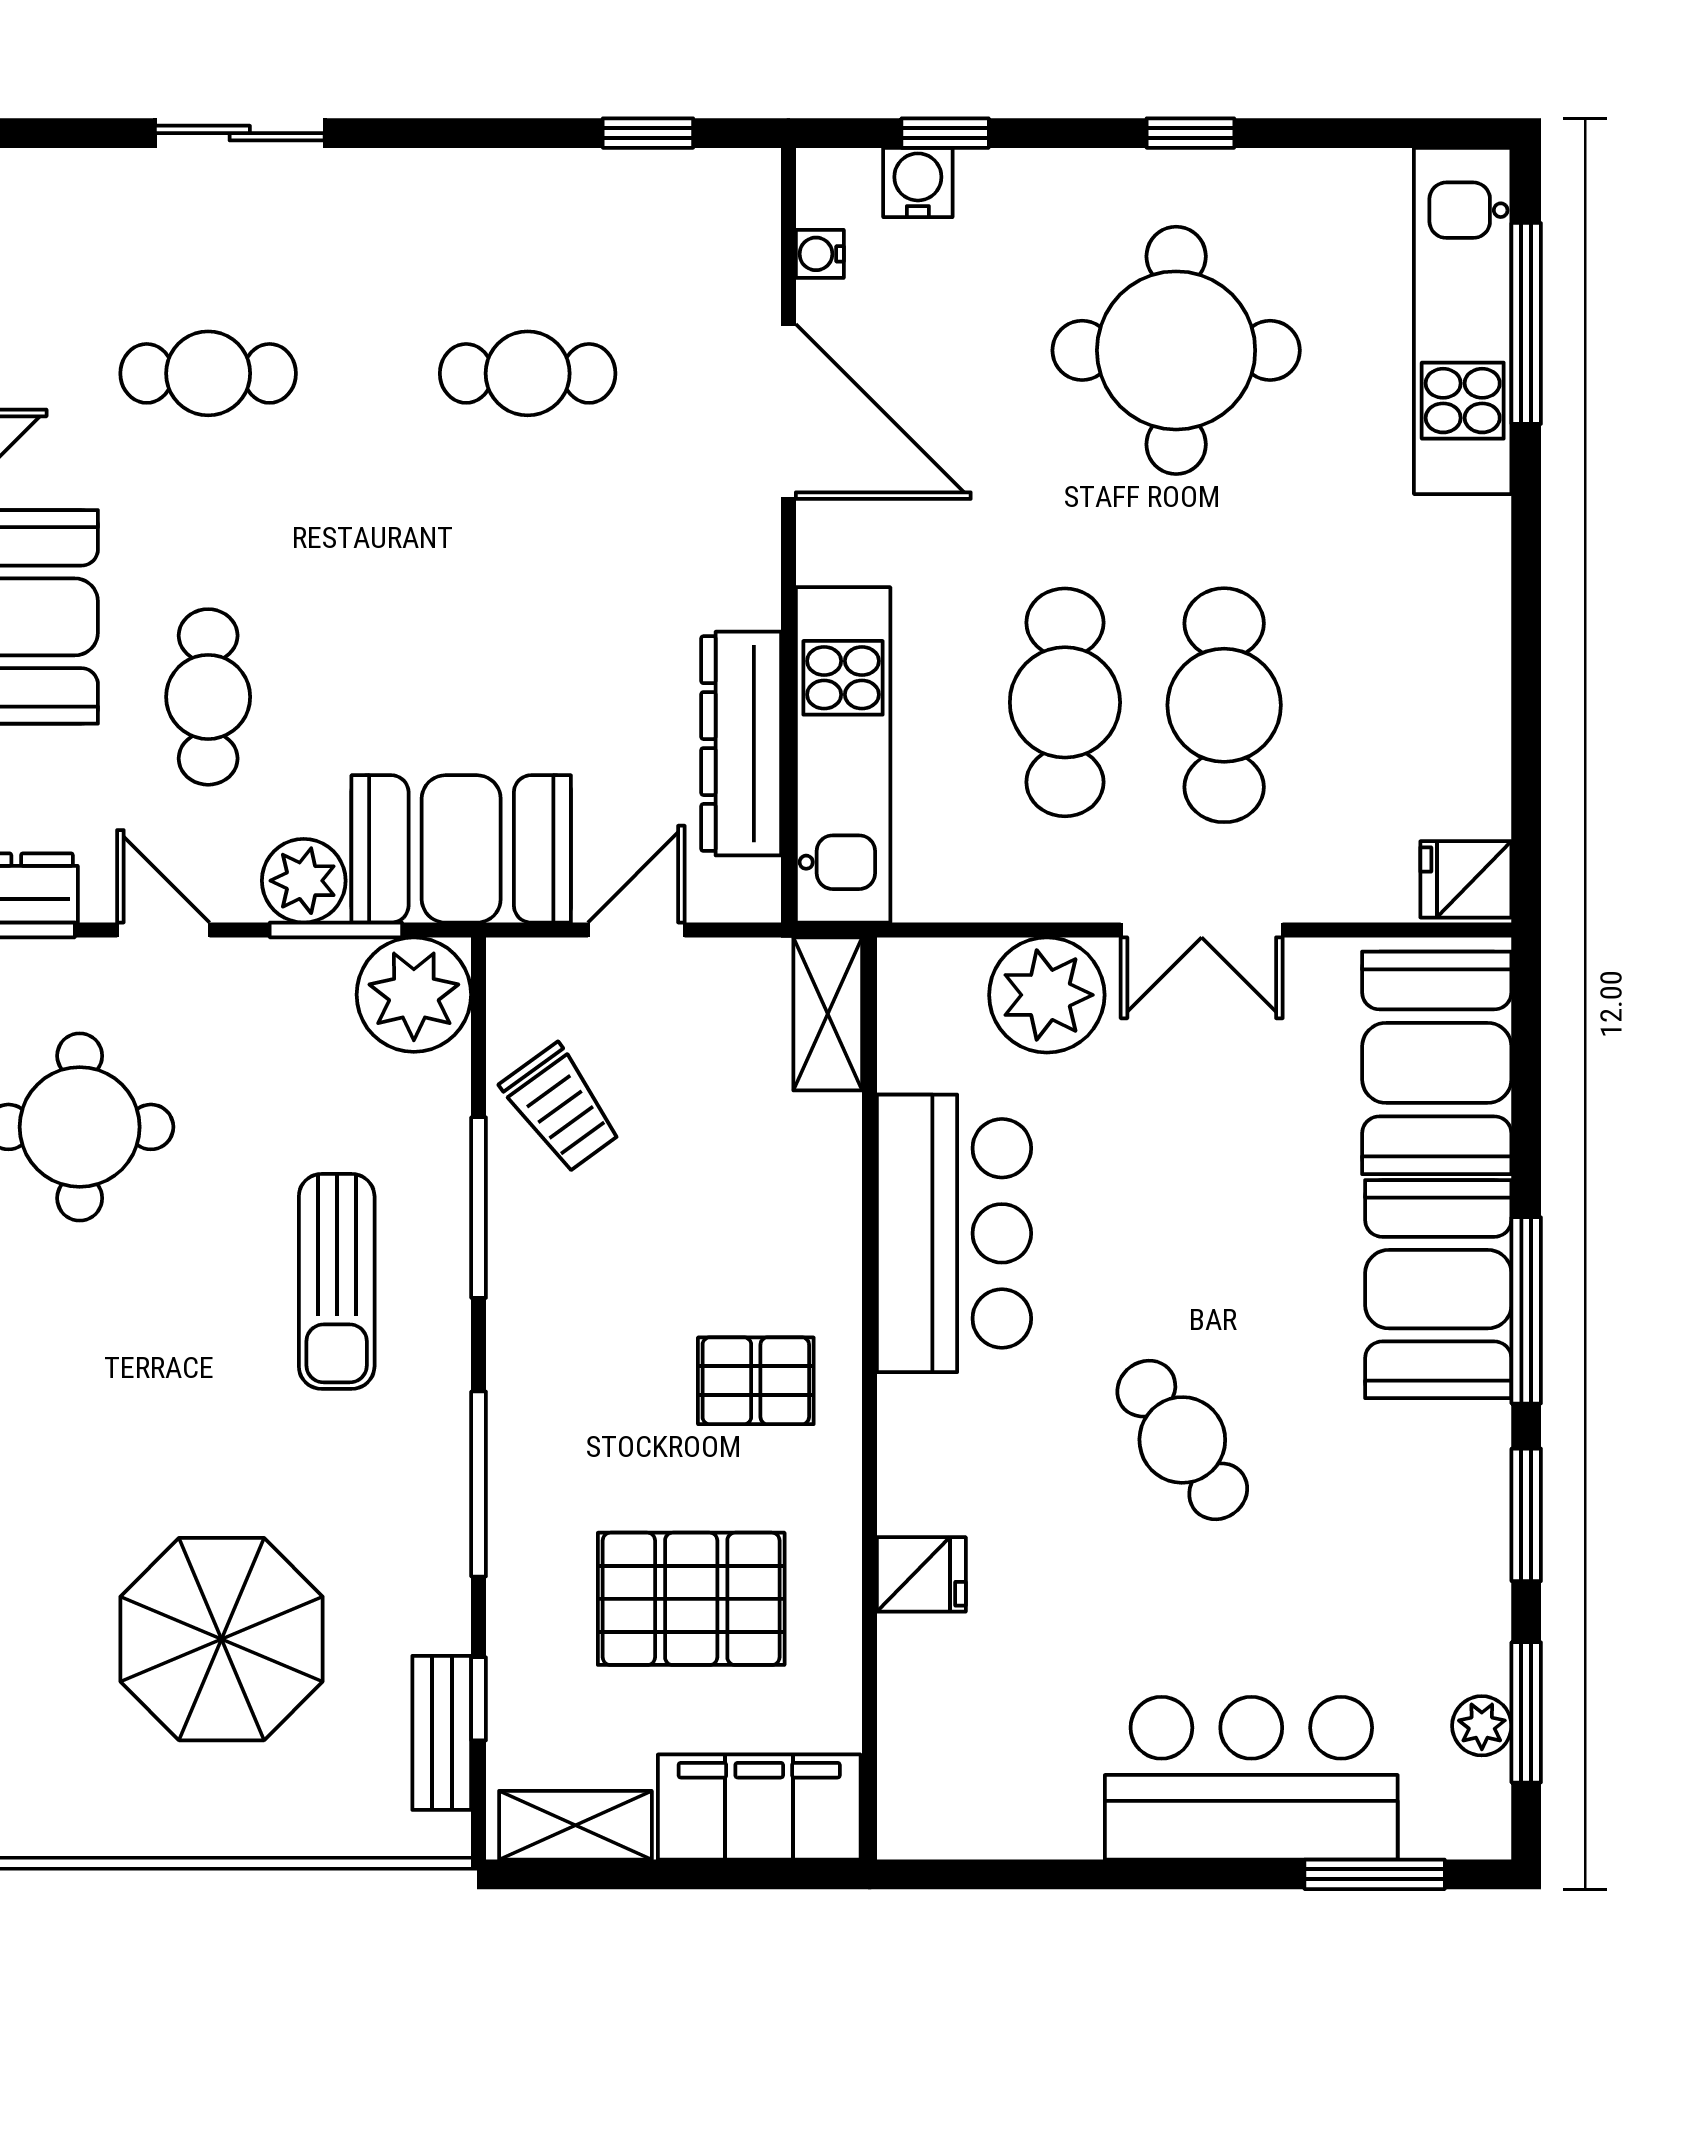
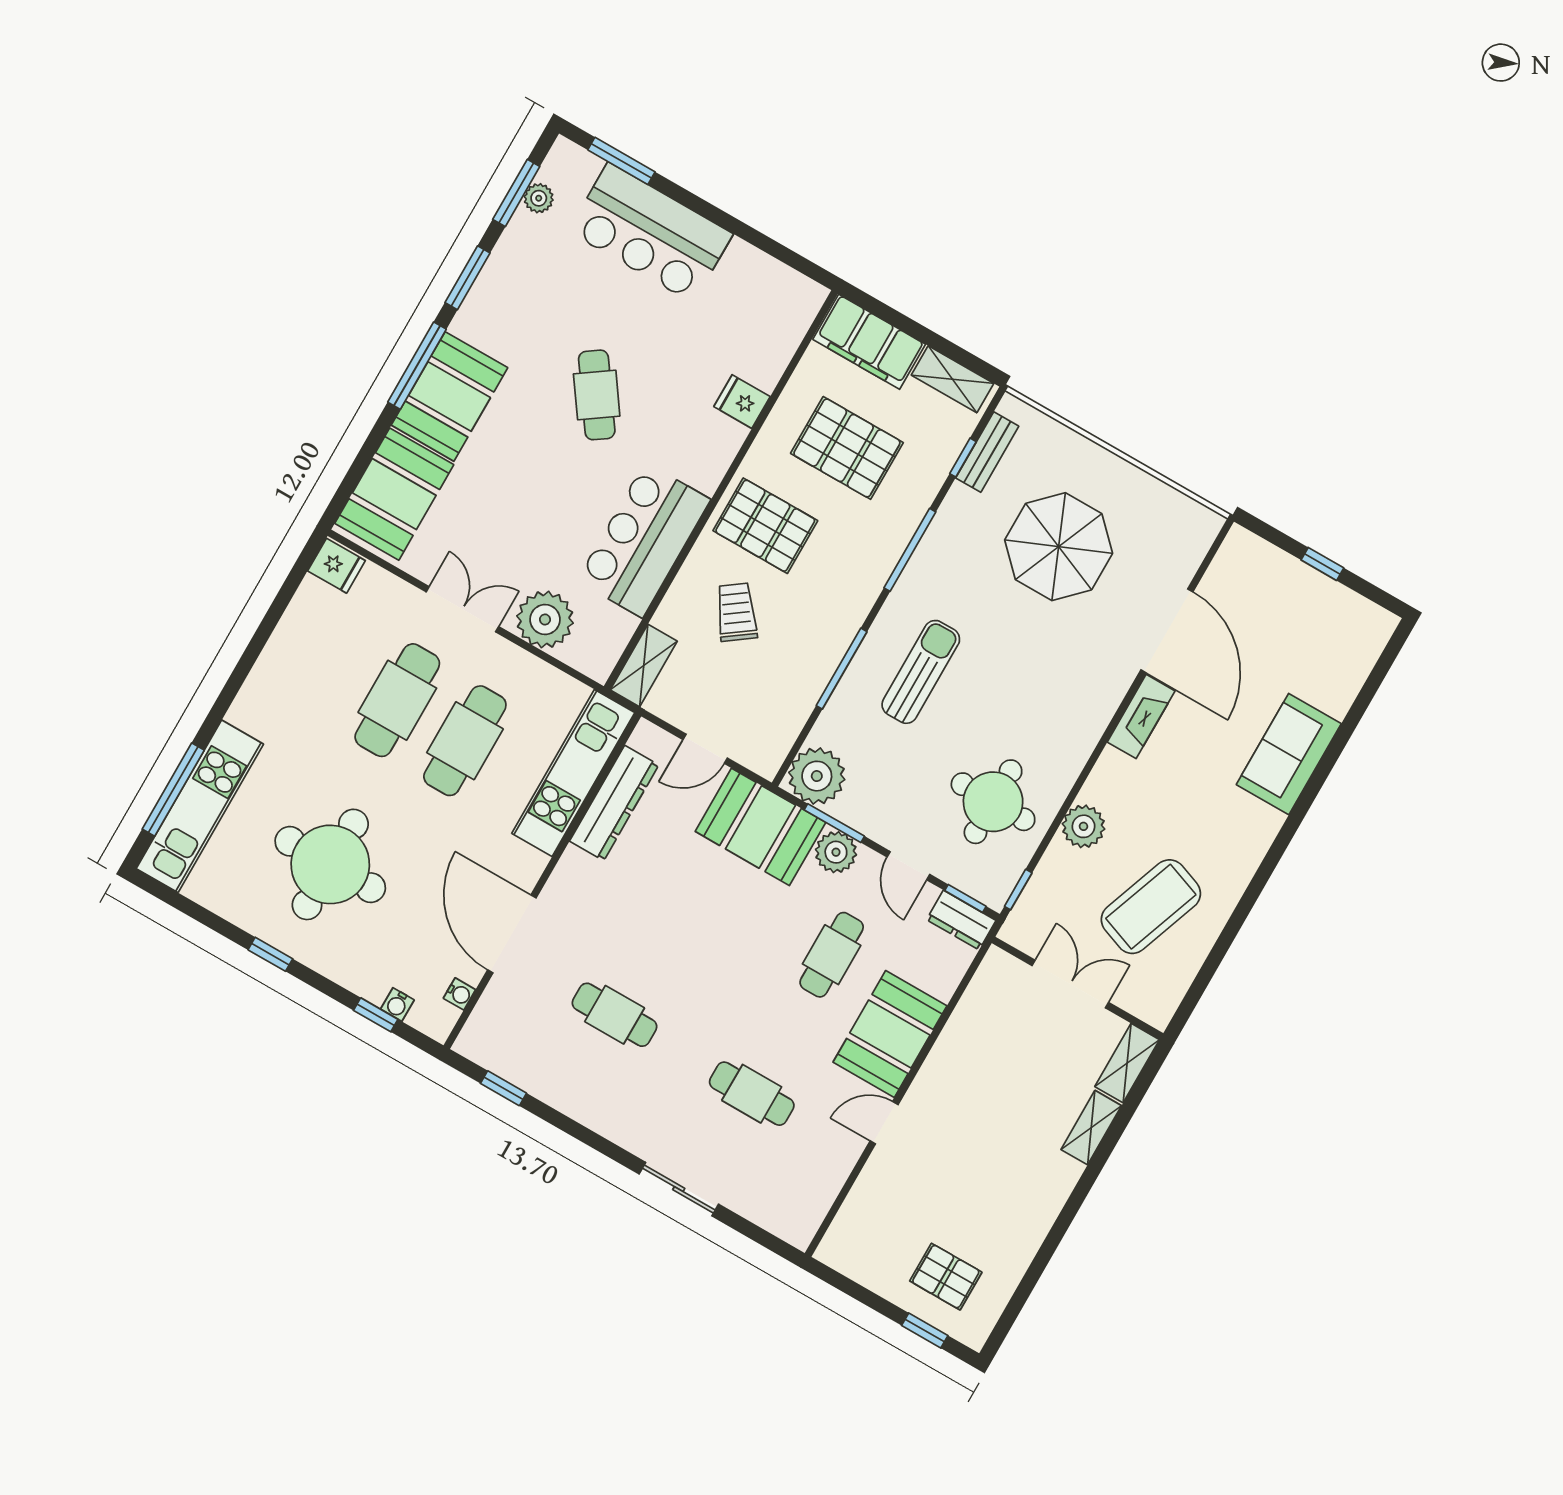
water cooler: (918, 183) -> (397, 1004), width x0.72, depth x0.72
trolley: (561, 1108) -> (736, 612), moved
pallet: (756, 1381) -> (765, 526), width x1.50, depth x1.42

